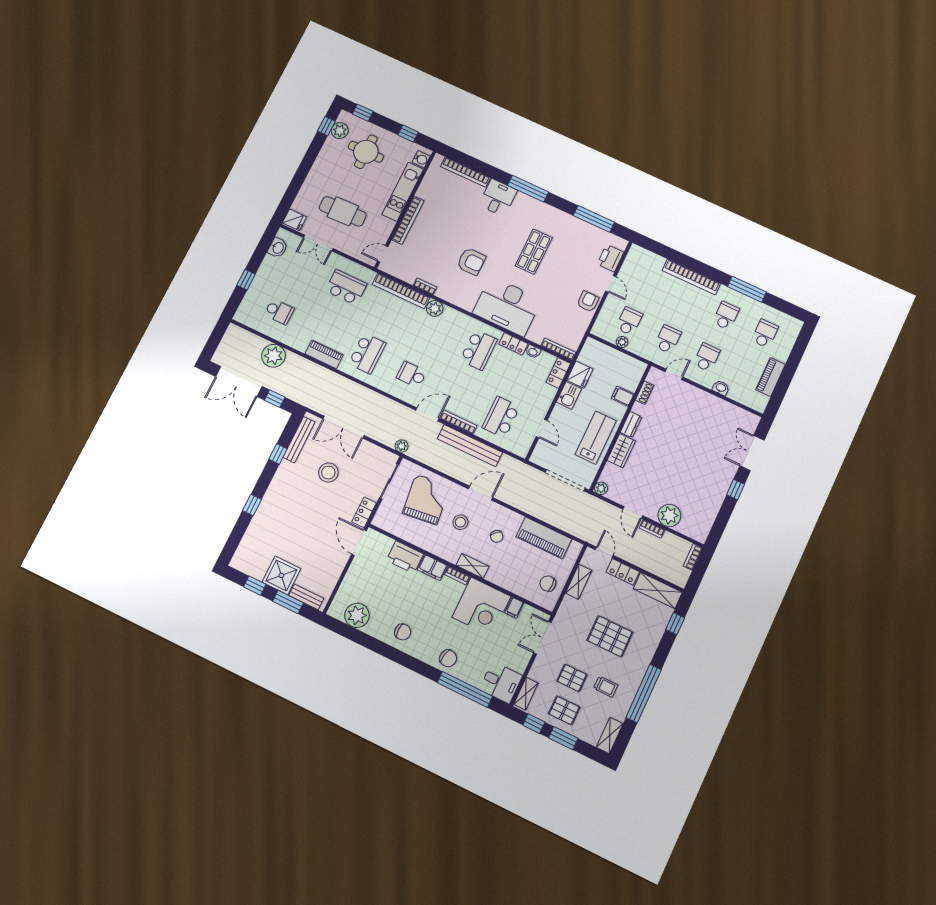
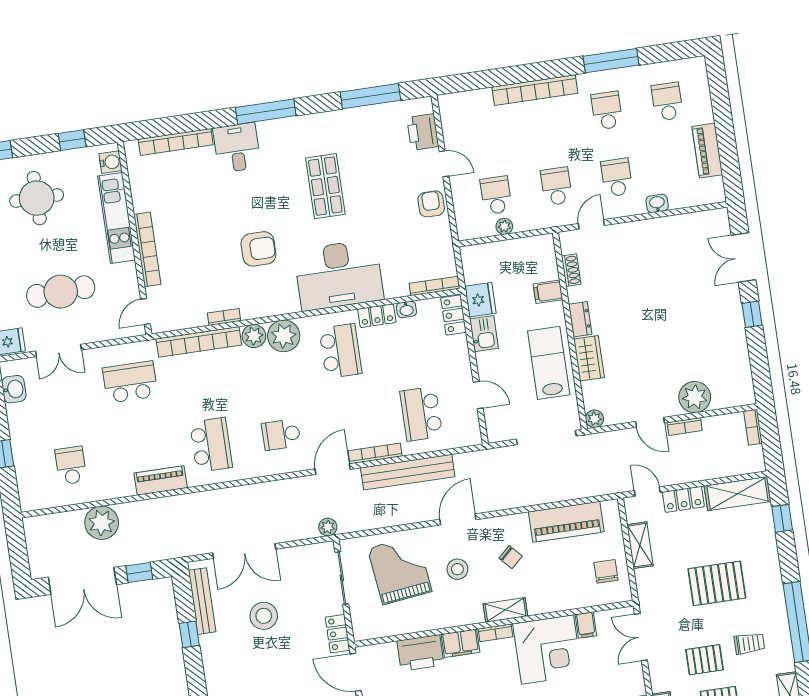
school desk: (279, 312) -> (71, 466), turned -90
plant: (452, 320) -> (284, 336), added
chair: (548, 584) -> (606, 571), turned 90

